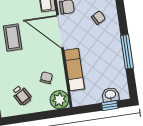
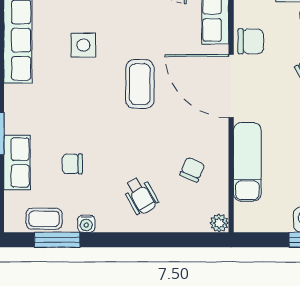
plant: (59, 100) -> (219, 223), width x0.53, depth x0.53

